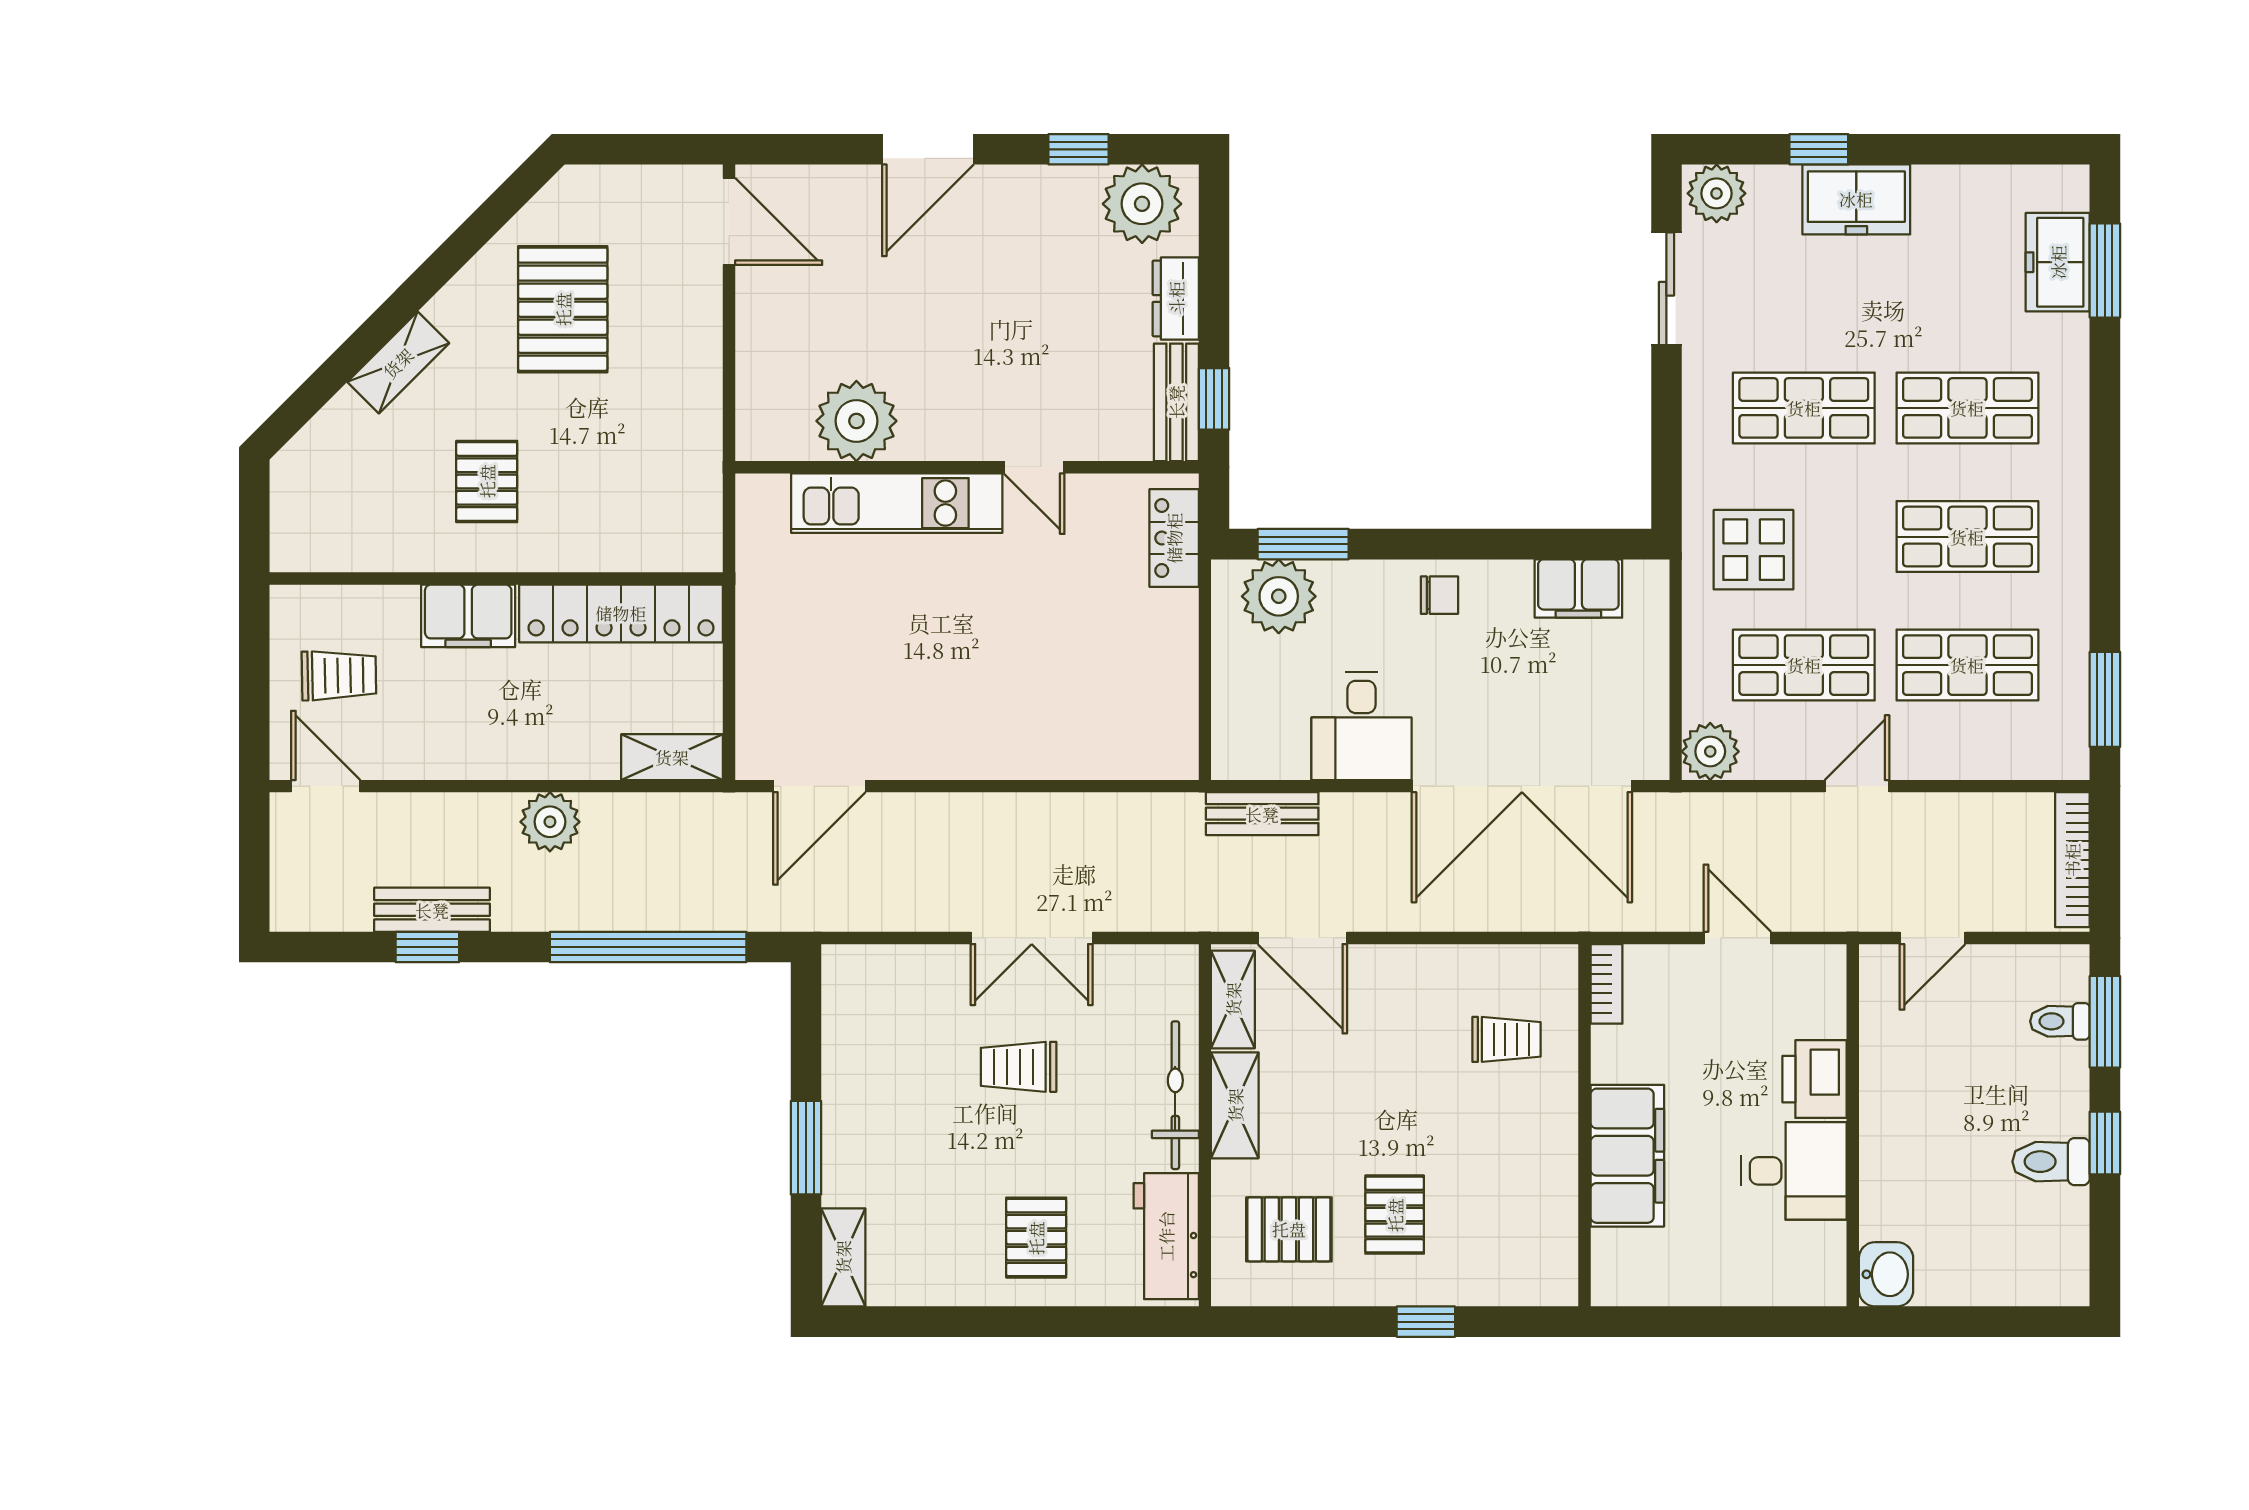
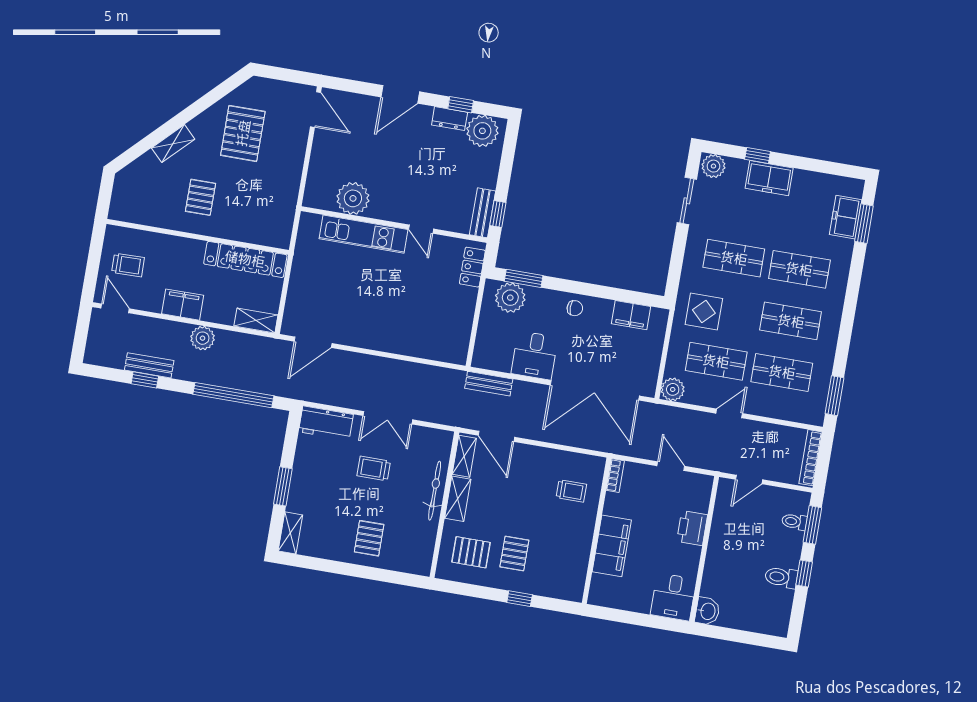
dresser: (1176, 298) -> (450, 119), moved, turned -90
filing cabinet: (468, 616) -> (183, 305), moved, turned 180
desk: (1794, 1171) -> (673, 597), moved, turned 90
workbench: (1166, 1236) -> (326, 423), moved, turned -90

